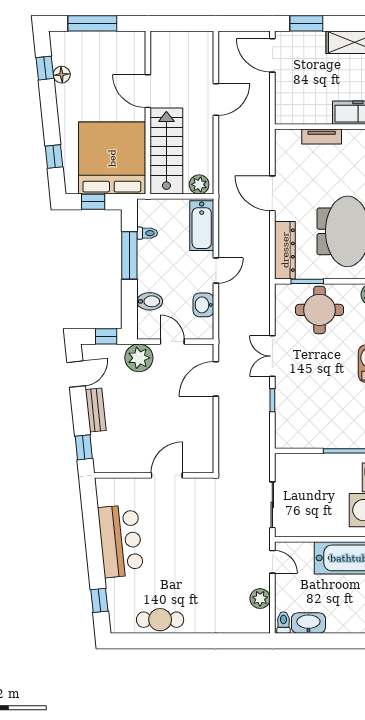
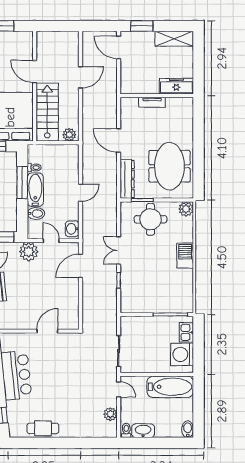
bathtub: (202, 226) -> (35, 190), moved, turned 180
washbasin: (203, 305) -> (72, 229), moved

